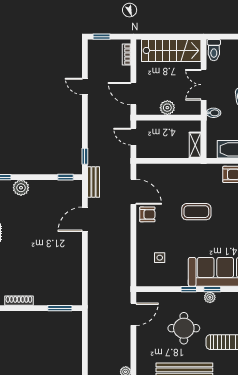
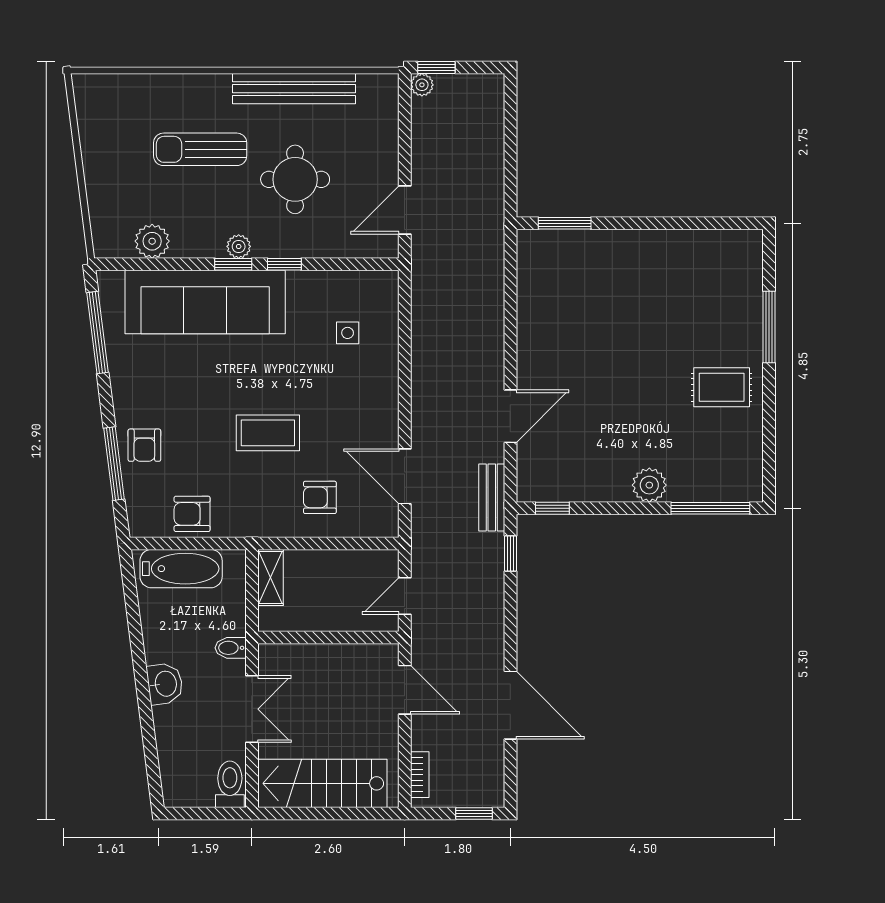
door: (85, 86) -> (510, 705), width x1.87
plant: (167, 108) -> (331, 659), removed
door: (133, 137) -> (405, 596), swing flipped
armchair: (147, 214) -> (320, 497), moved
shoe rack: (19, 301) -> (654, 240), removed

